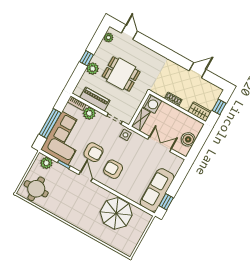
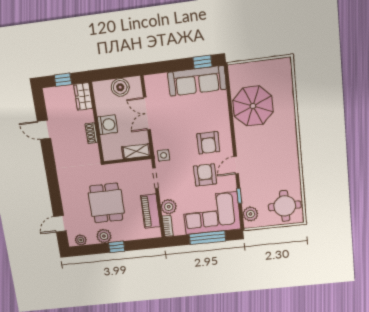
plant: (93, 69) -> (104, 236), moved
washing machine: (152, 104) -> (107, 125), moved, turned 90

